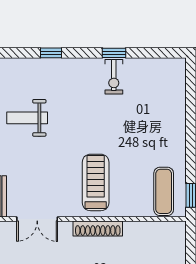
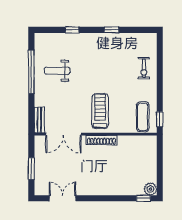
exercise bike: (114, 77) -> (144, 68), moved
double door: (37, 219) -> (63, 134), width x1.37

